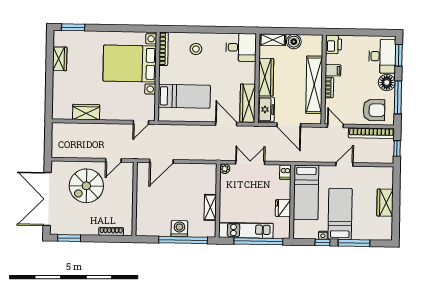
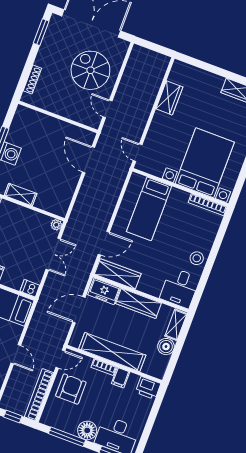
stool: (196, 49) -> (197, 258), moved
armchair: (374, 110) -> (71, 389), moved, turned 180

